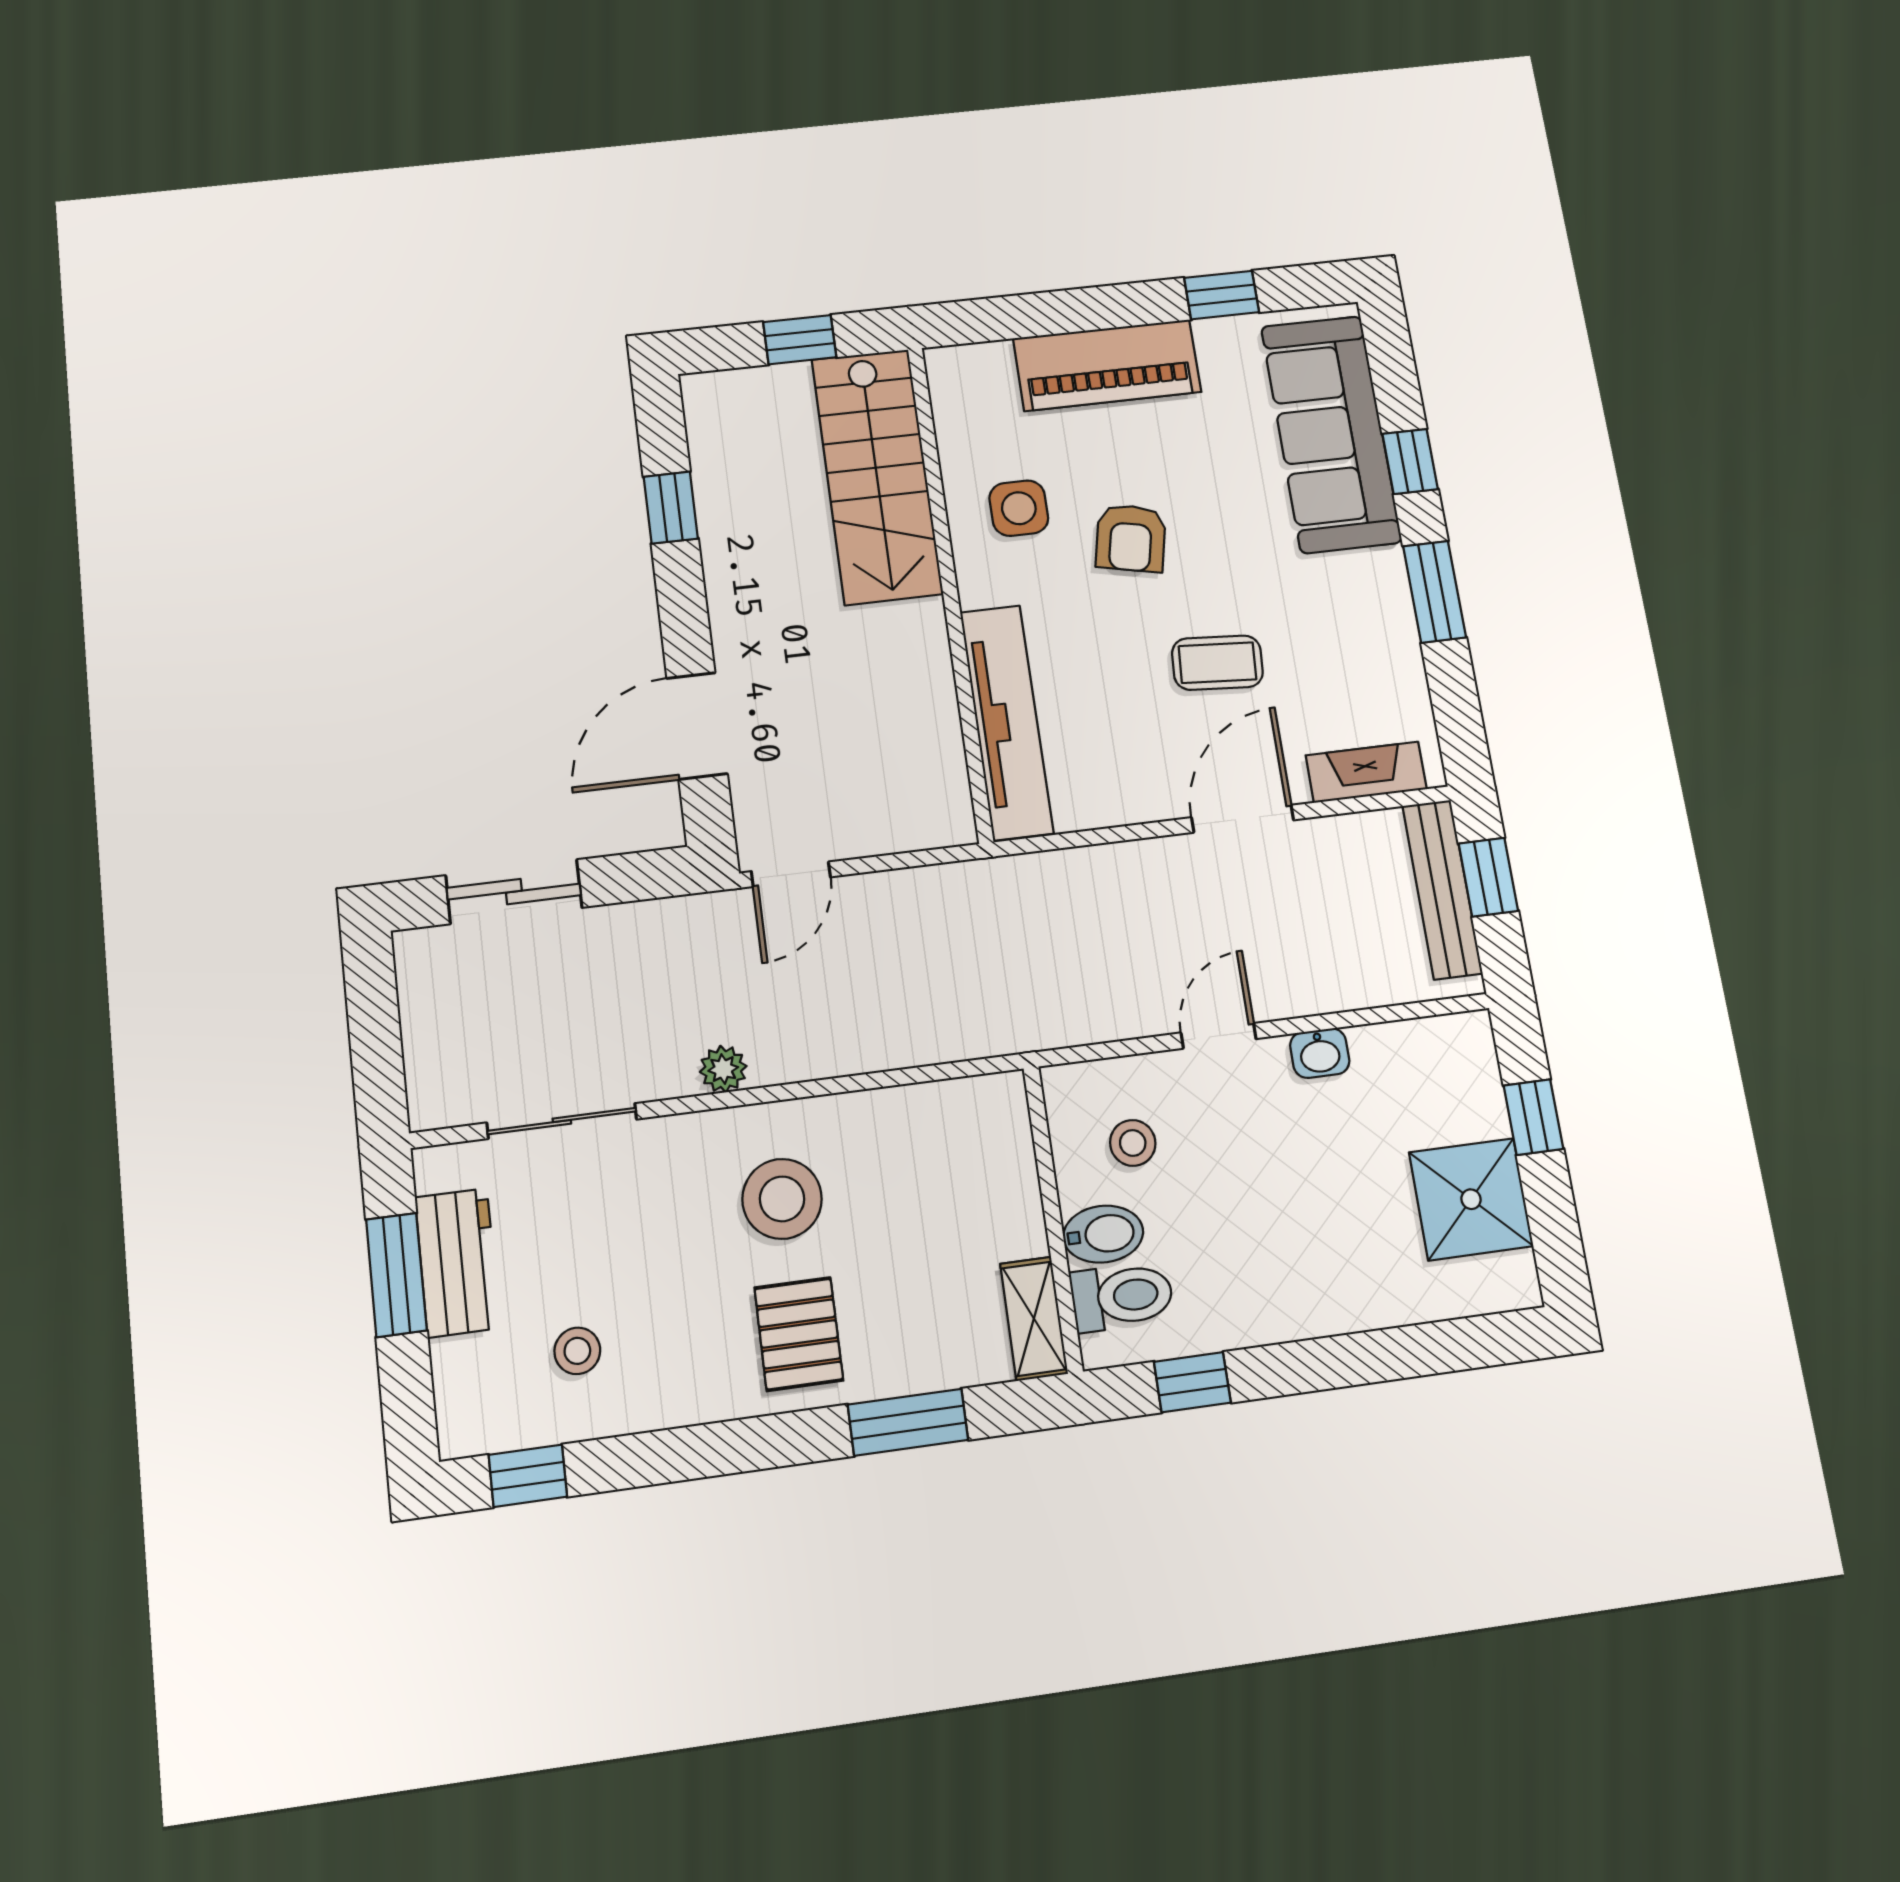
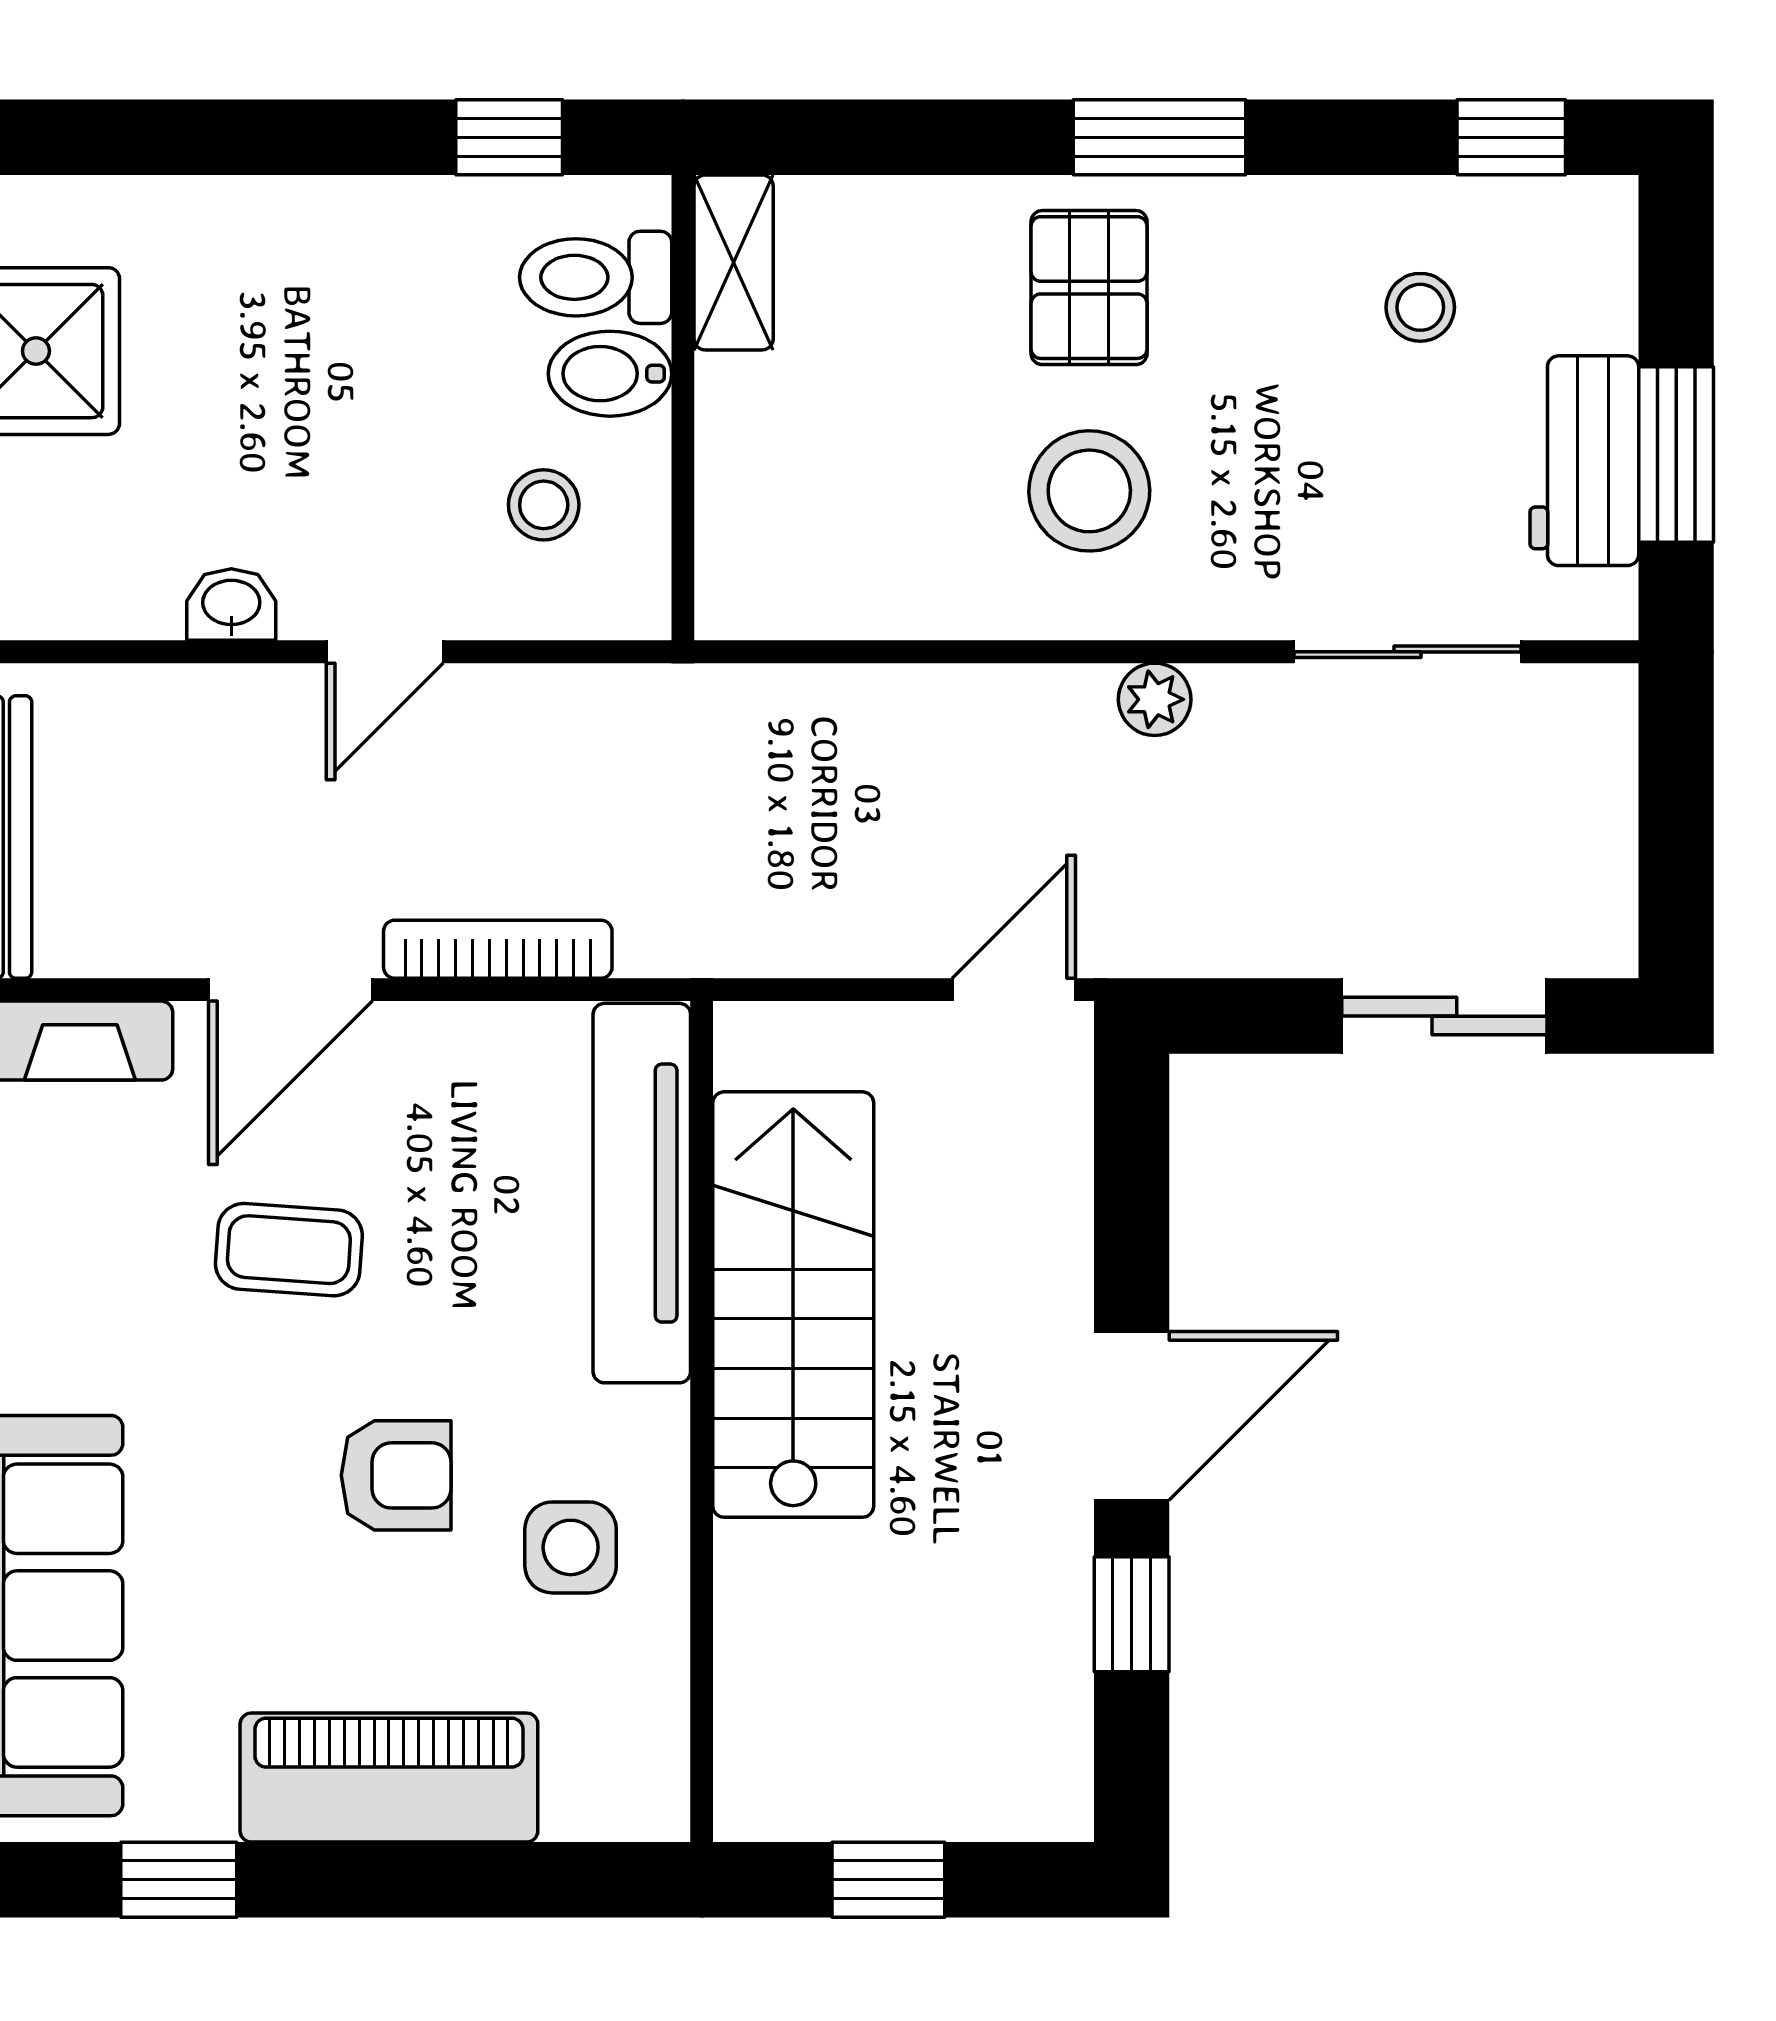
stairs: (877, 476) -> (793, 1305), moved
armchair: (1131, 538) -> (396, 1475), turned 78
door: (697, 726) -> (1132, 1416), moved
bookcase: (1118, 859) -> (498, 949), added
window: (908, 1422) -> (1160, 137), moved

